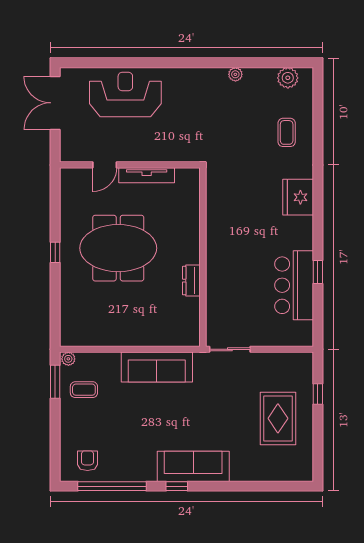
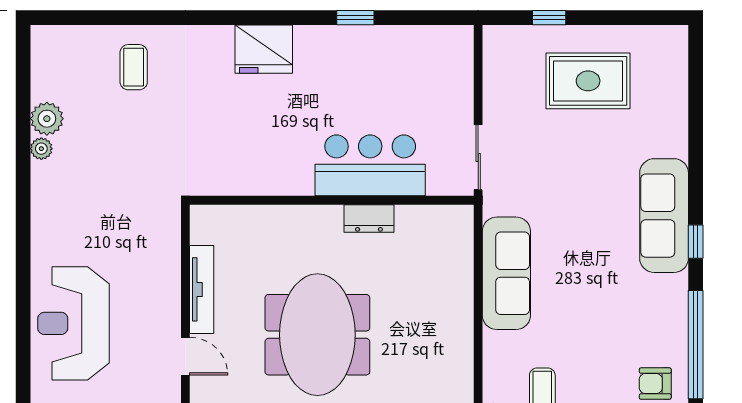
plant: (288, 78) -> (47, 119), moved
coffee table: (287, 132) -> (134, 67), turned 90
fridge: (298, 197) -> (264, 49), moved
bar counter: (294, 285) -> (370, 165), moved, turned 180

